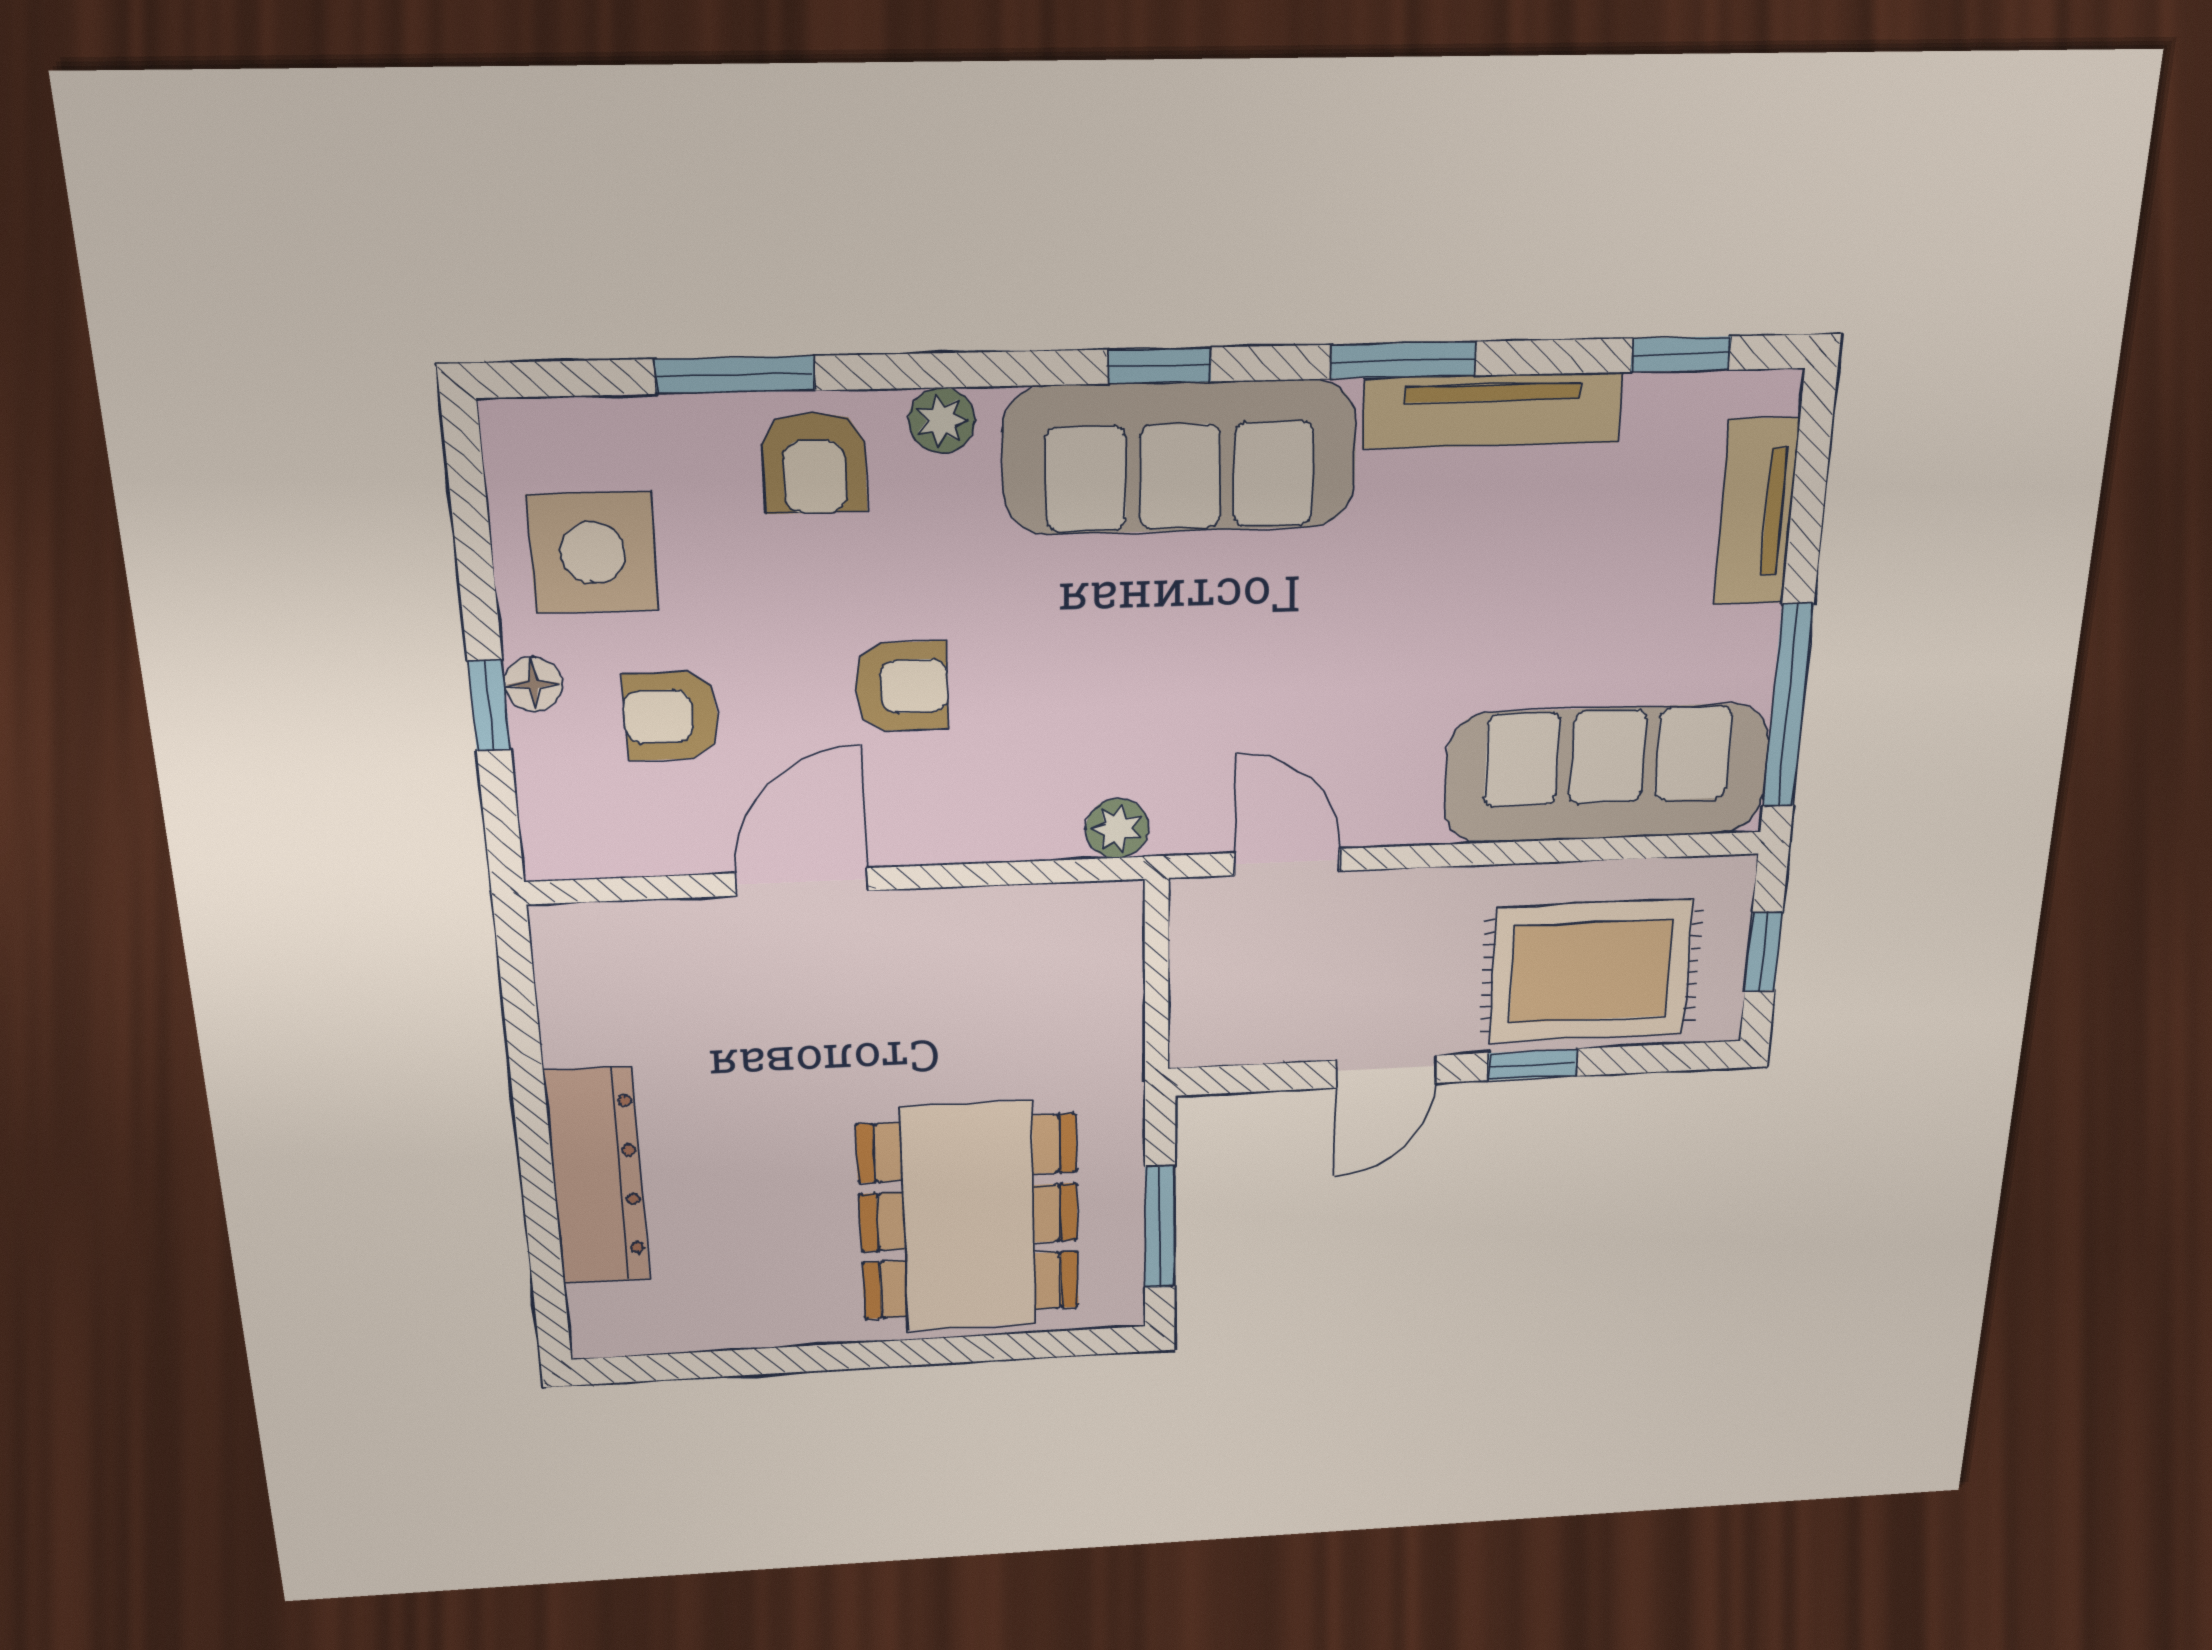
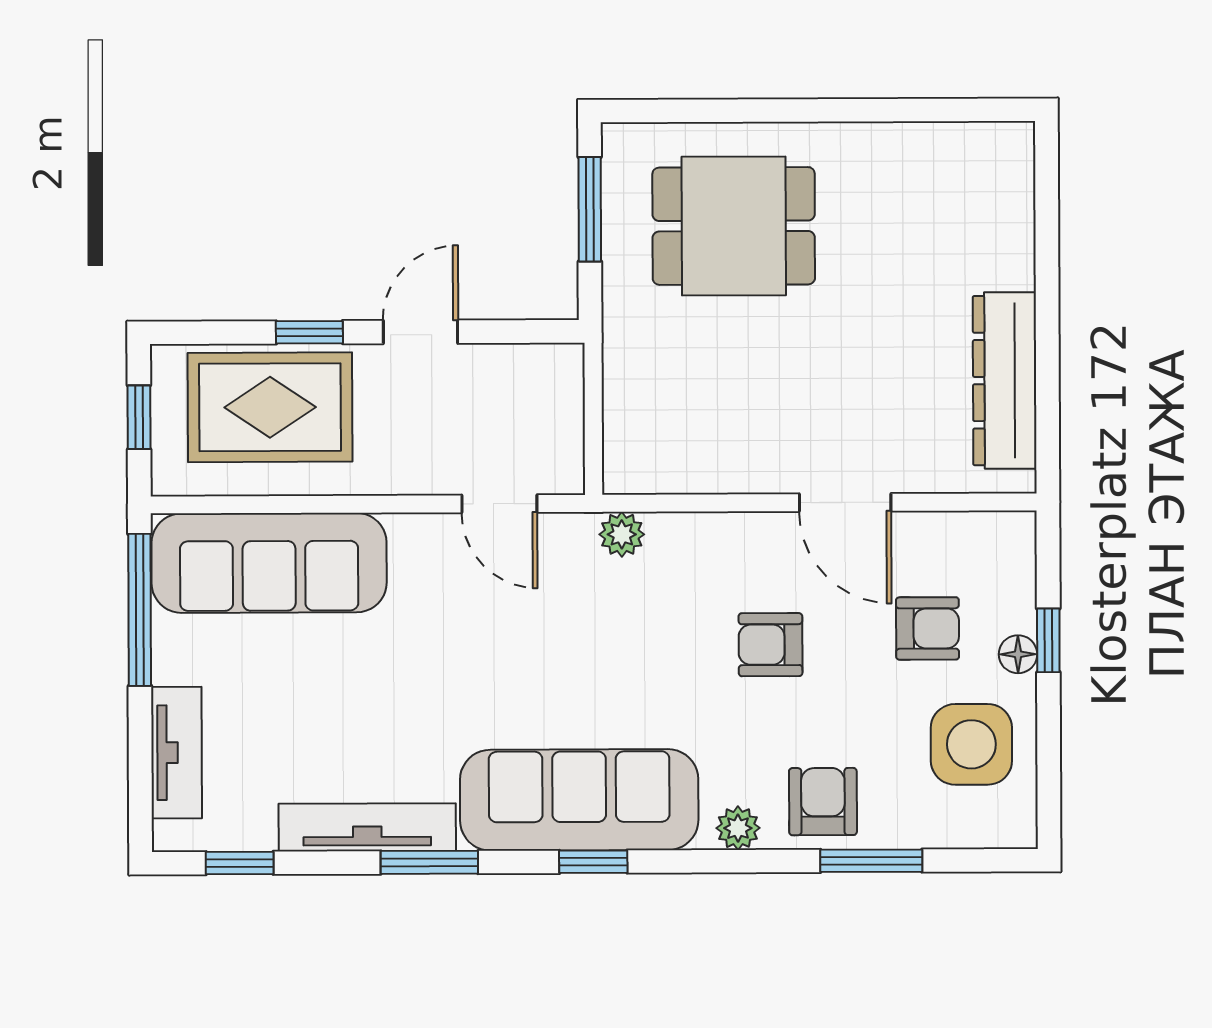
door: (802, 882) -> (845, 503), hinge flipped
dresser: (597, 1176) -> (1005, 381), moved
dining table: (969, 1217) -> (734, 226), width x0.73

